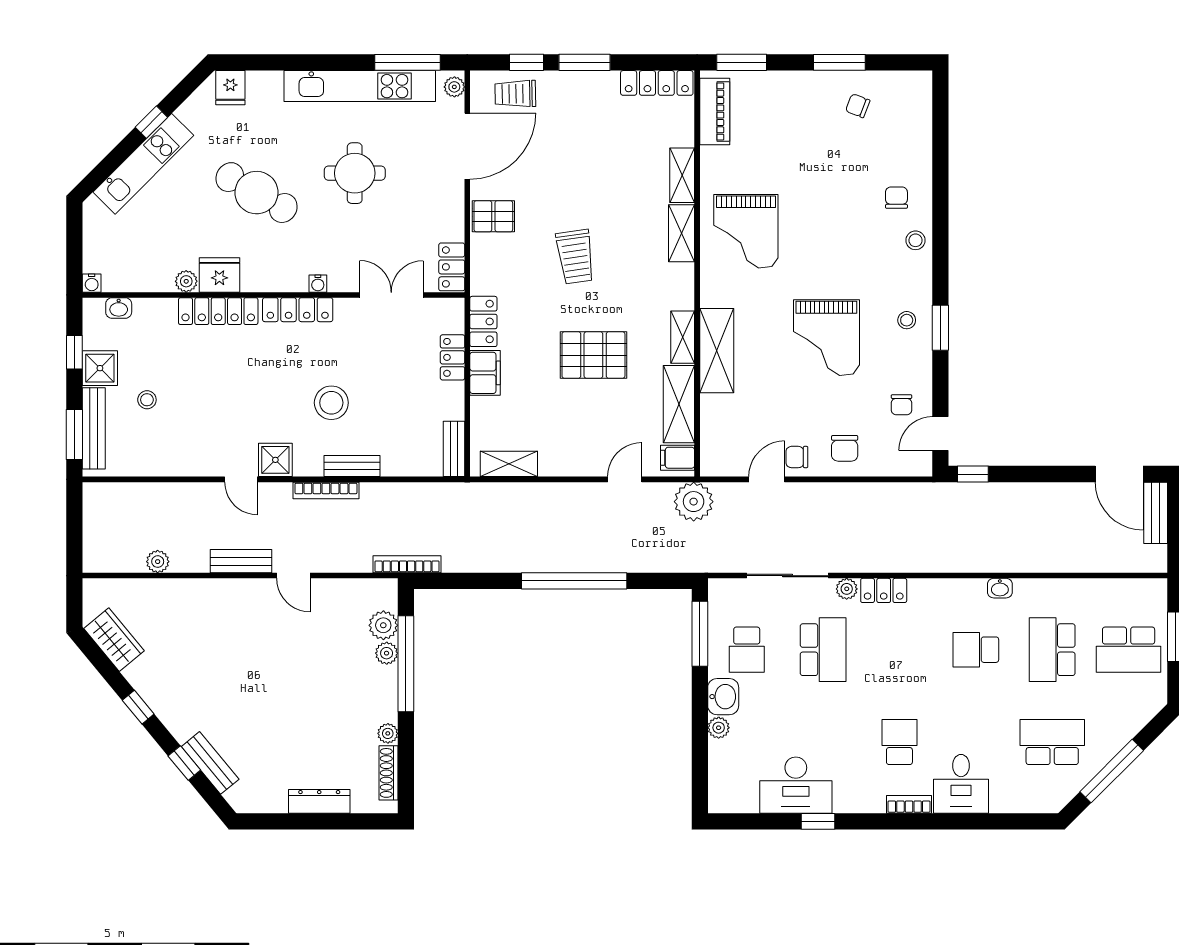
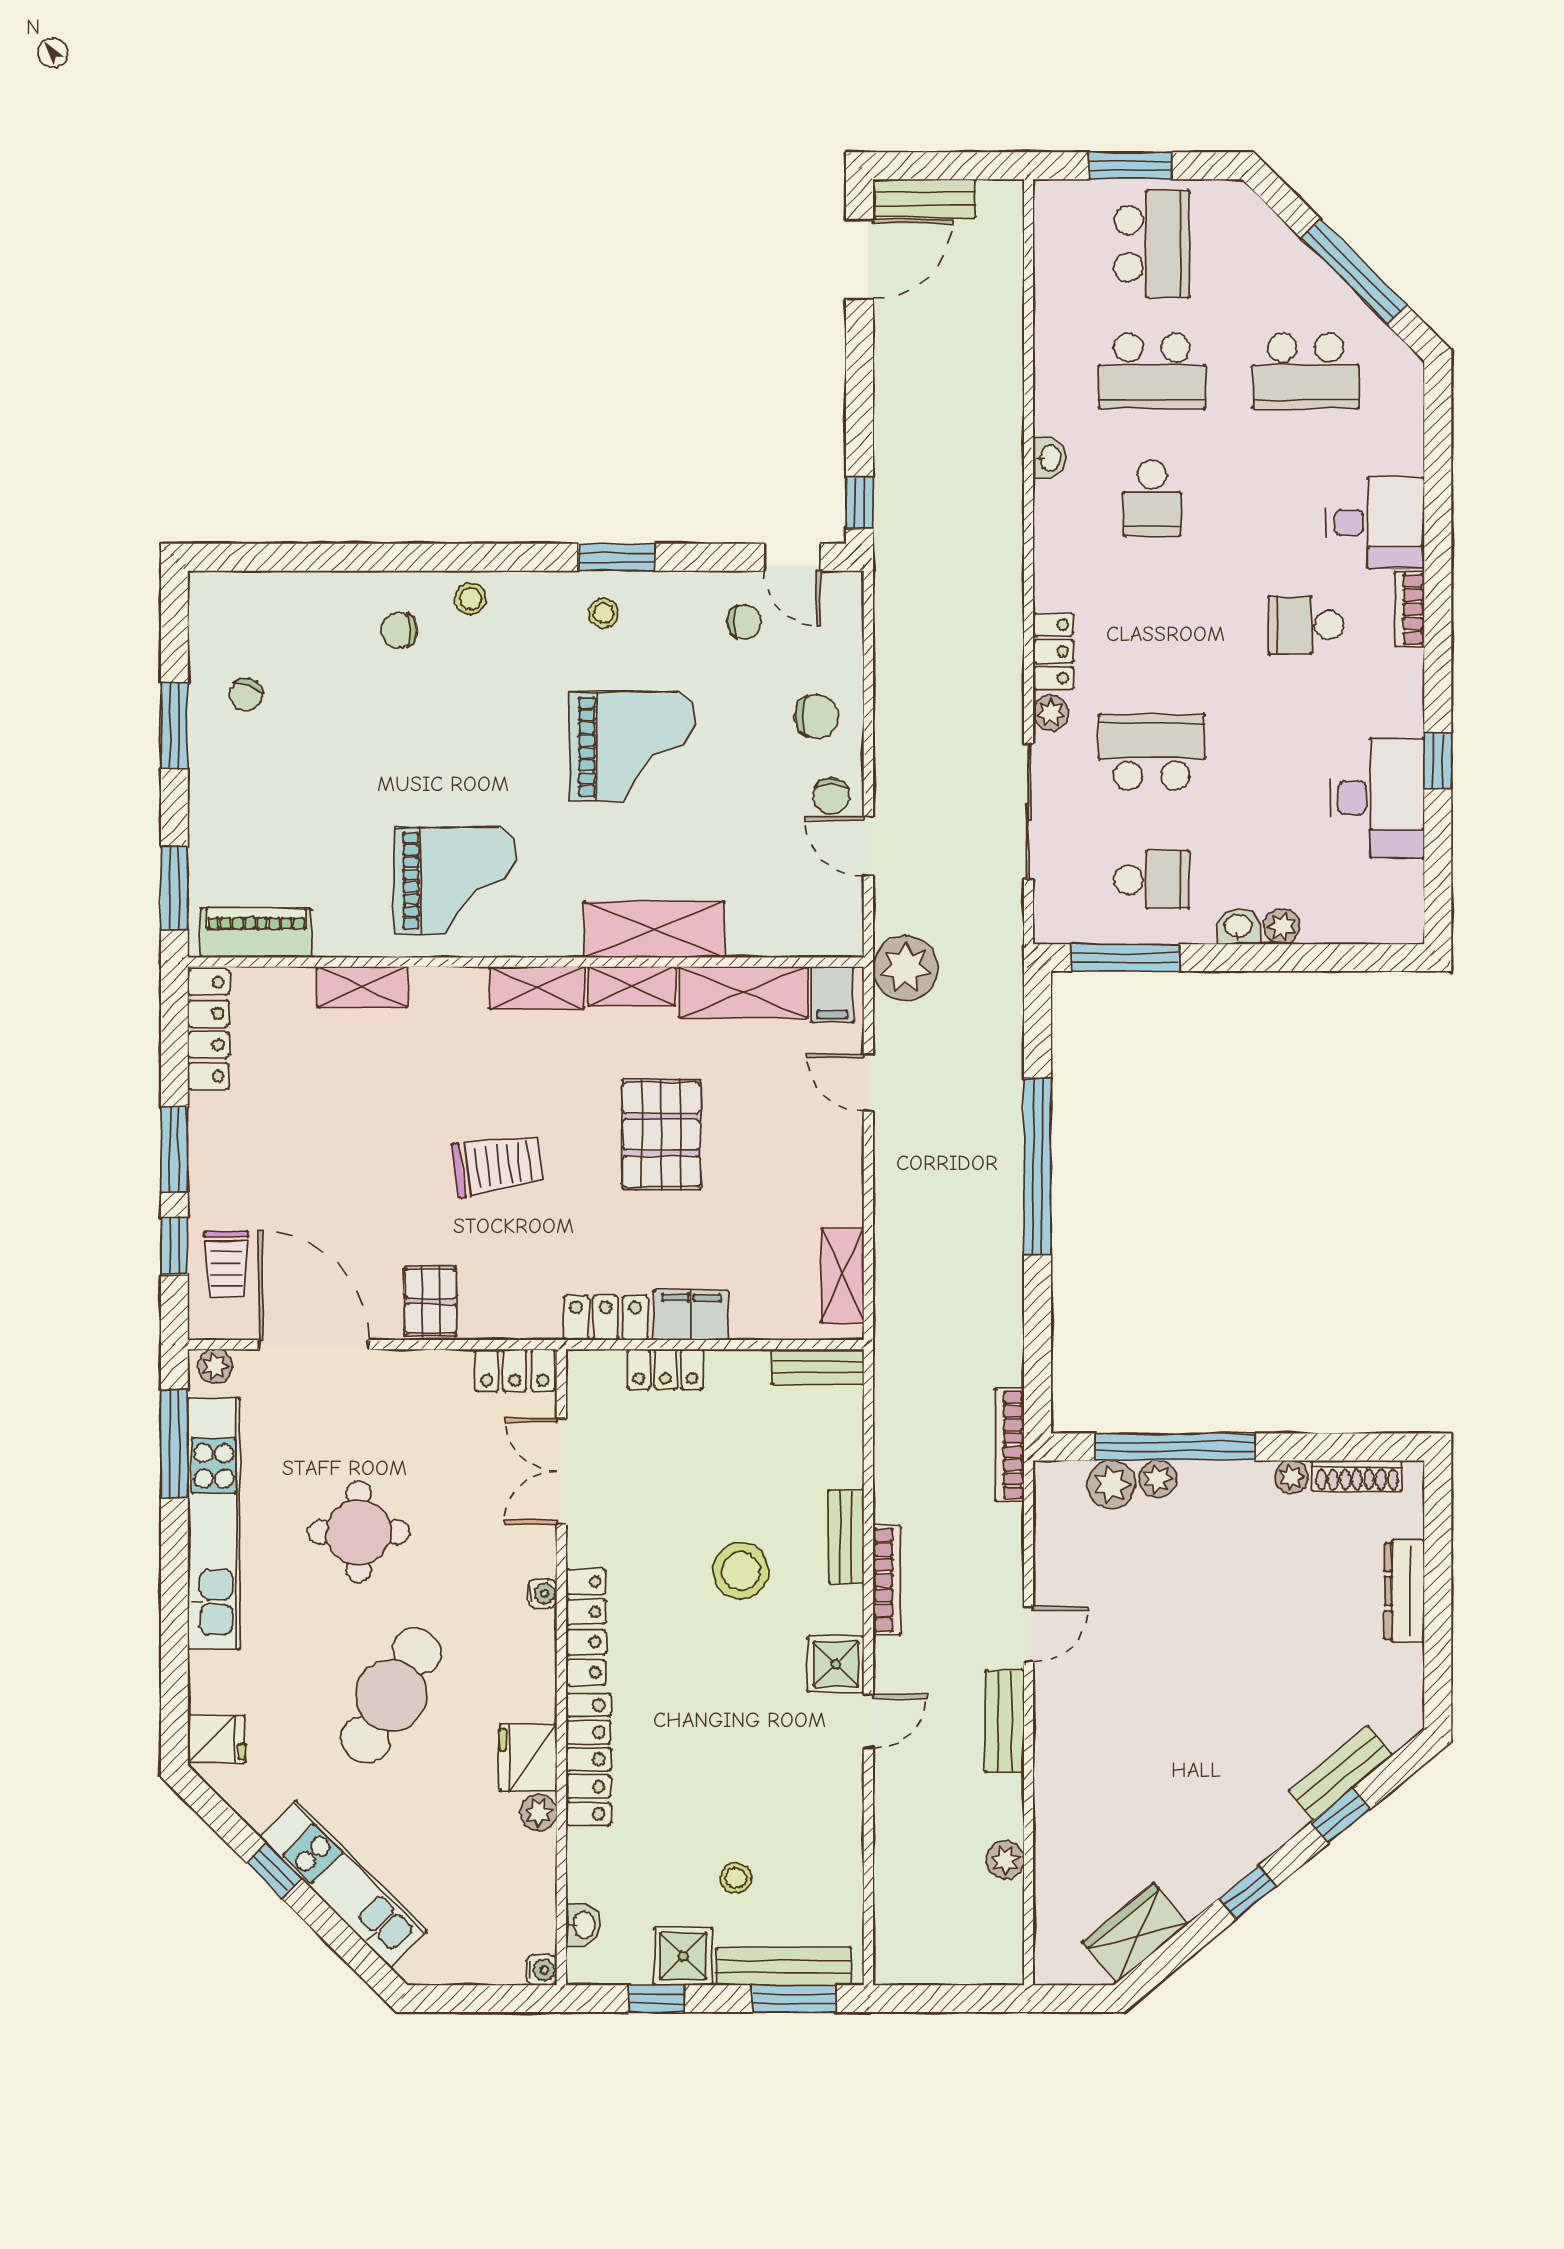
shelving: (682, 233) -> (537, 988), moved
washbasin: (723, 697) -> (1238, 927), width x0.72, depth x0.69
school desk: (1052, 742) -> (1306, 371), turned -90

